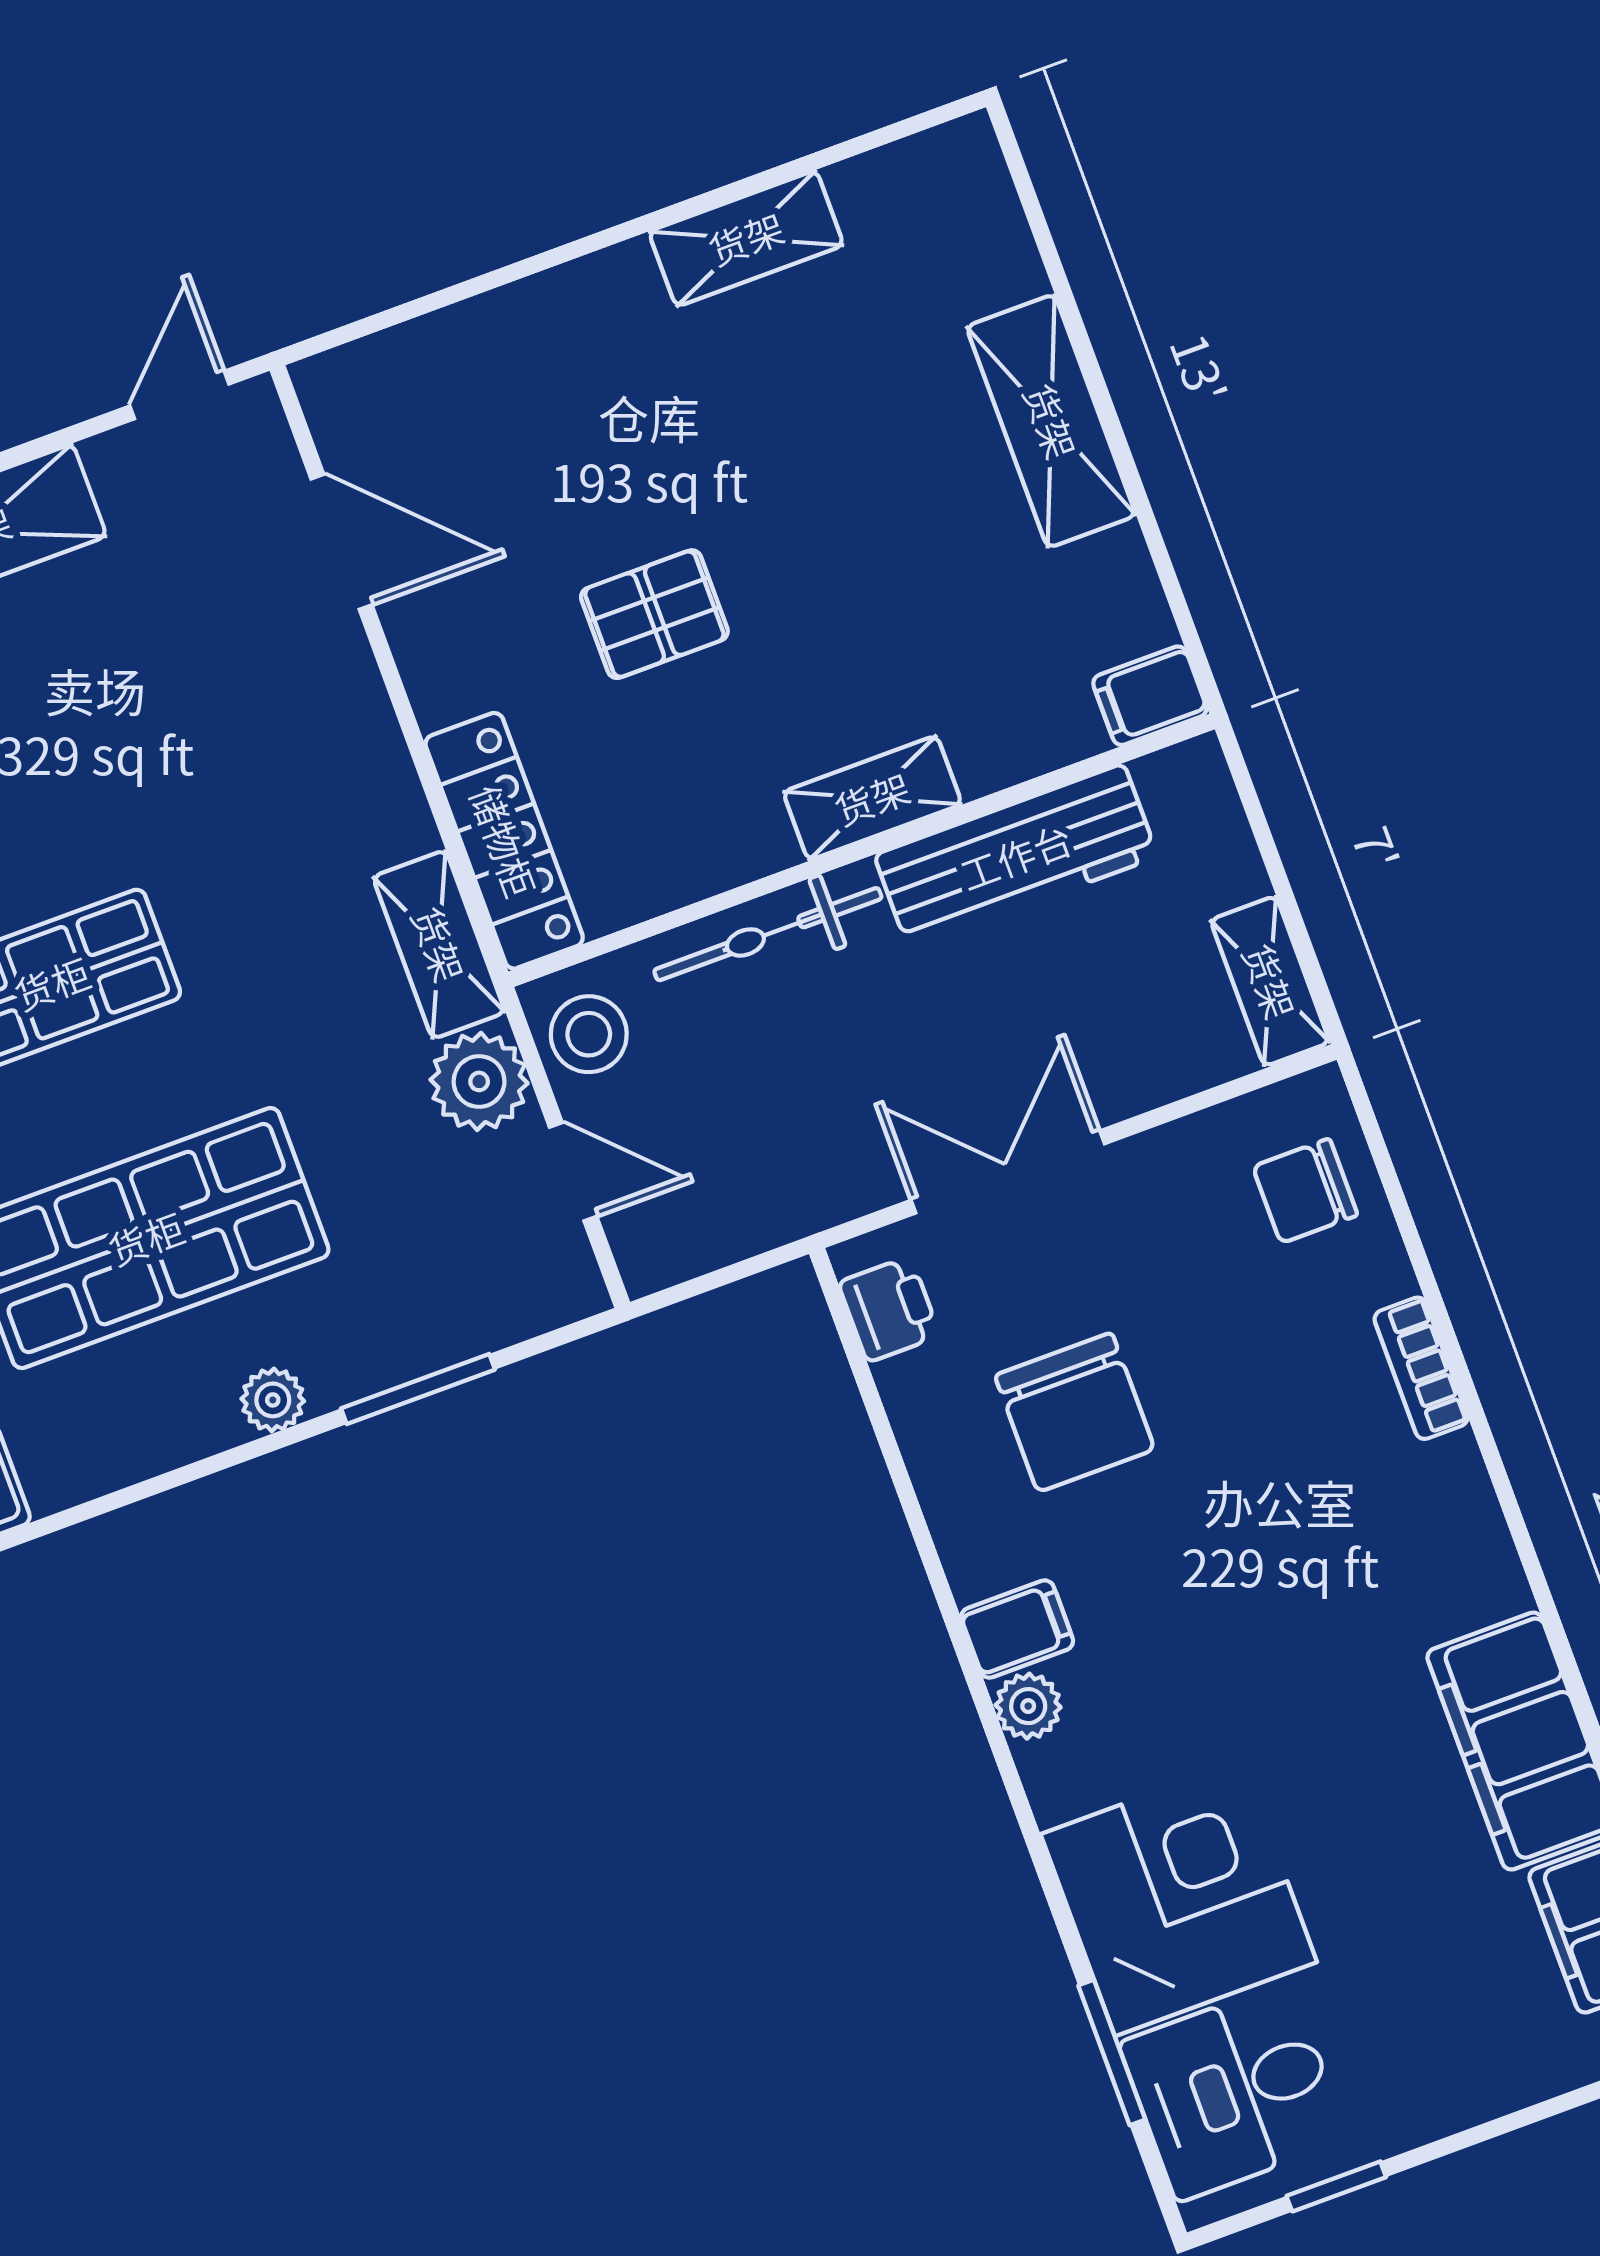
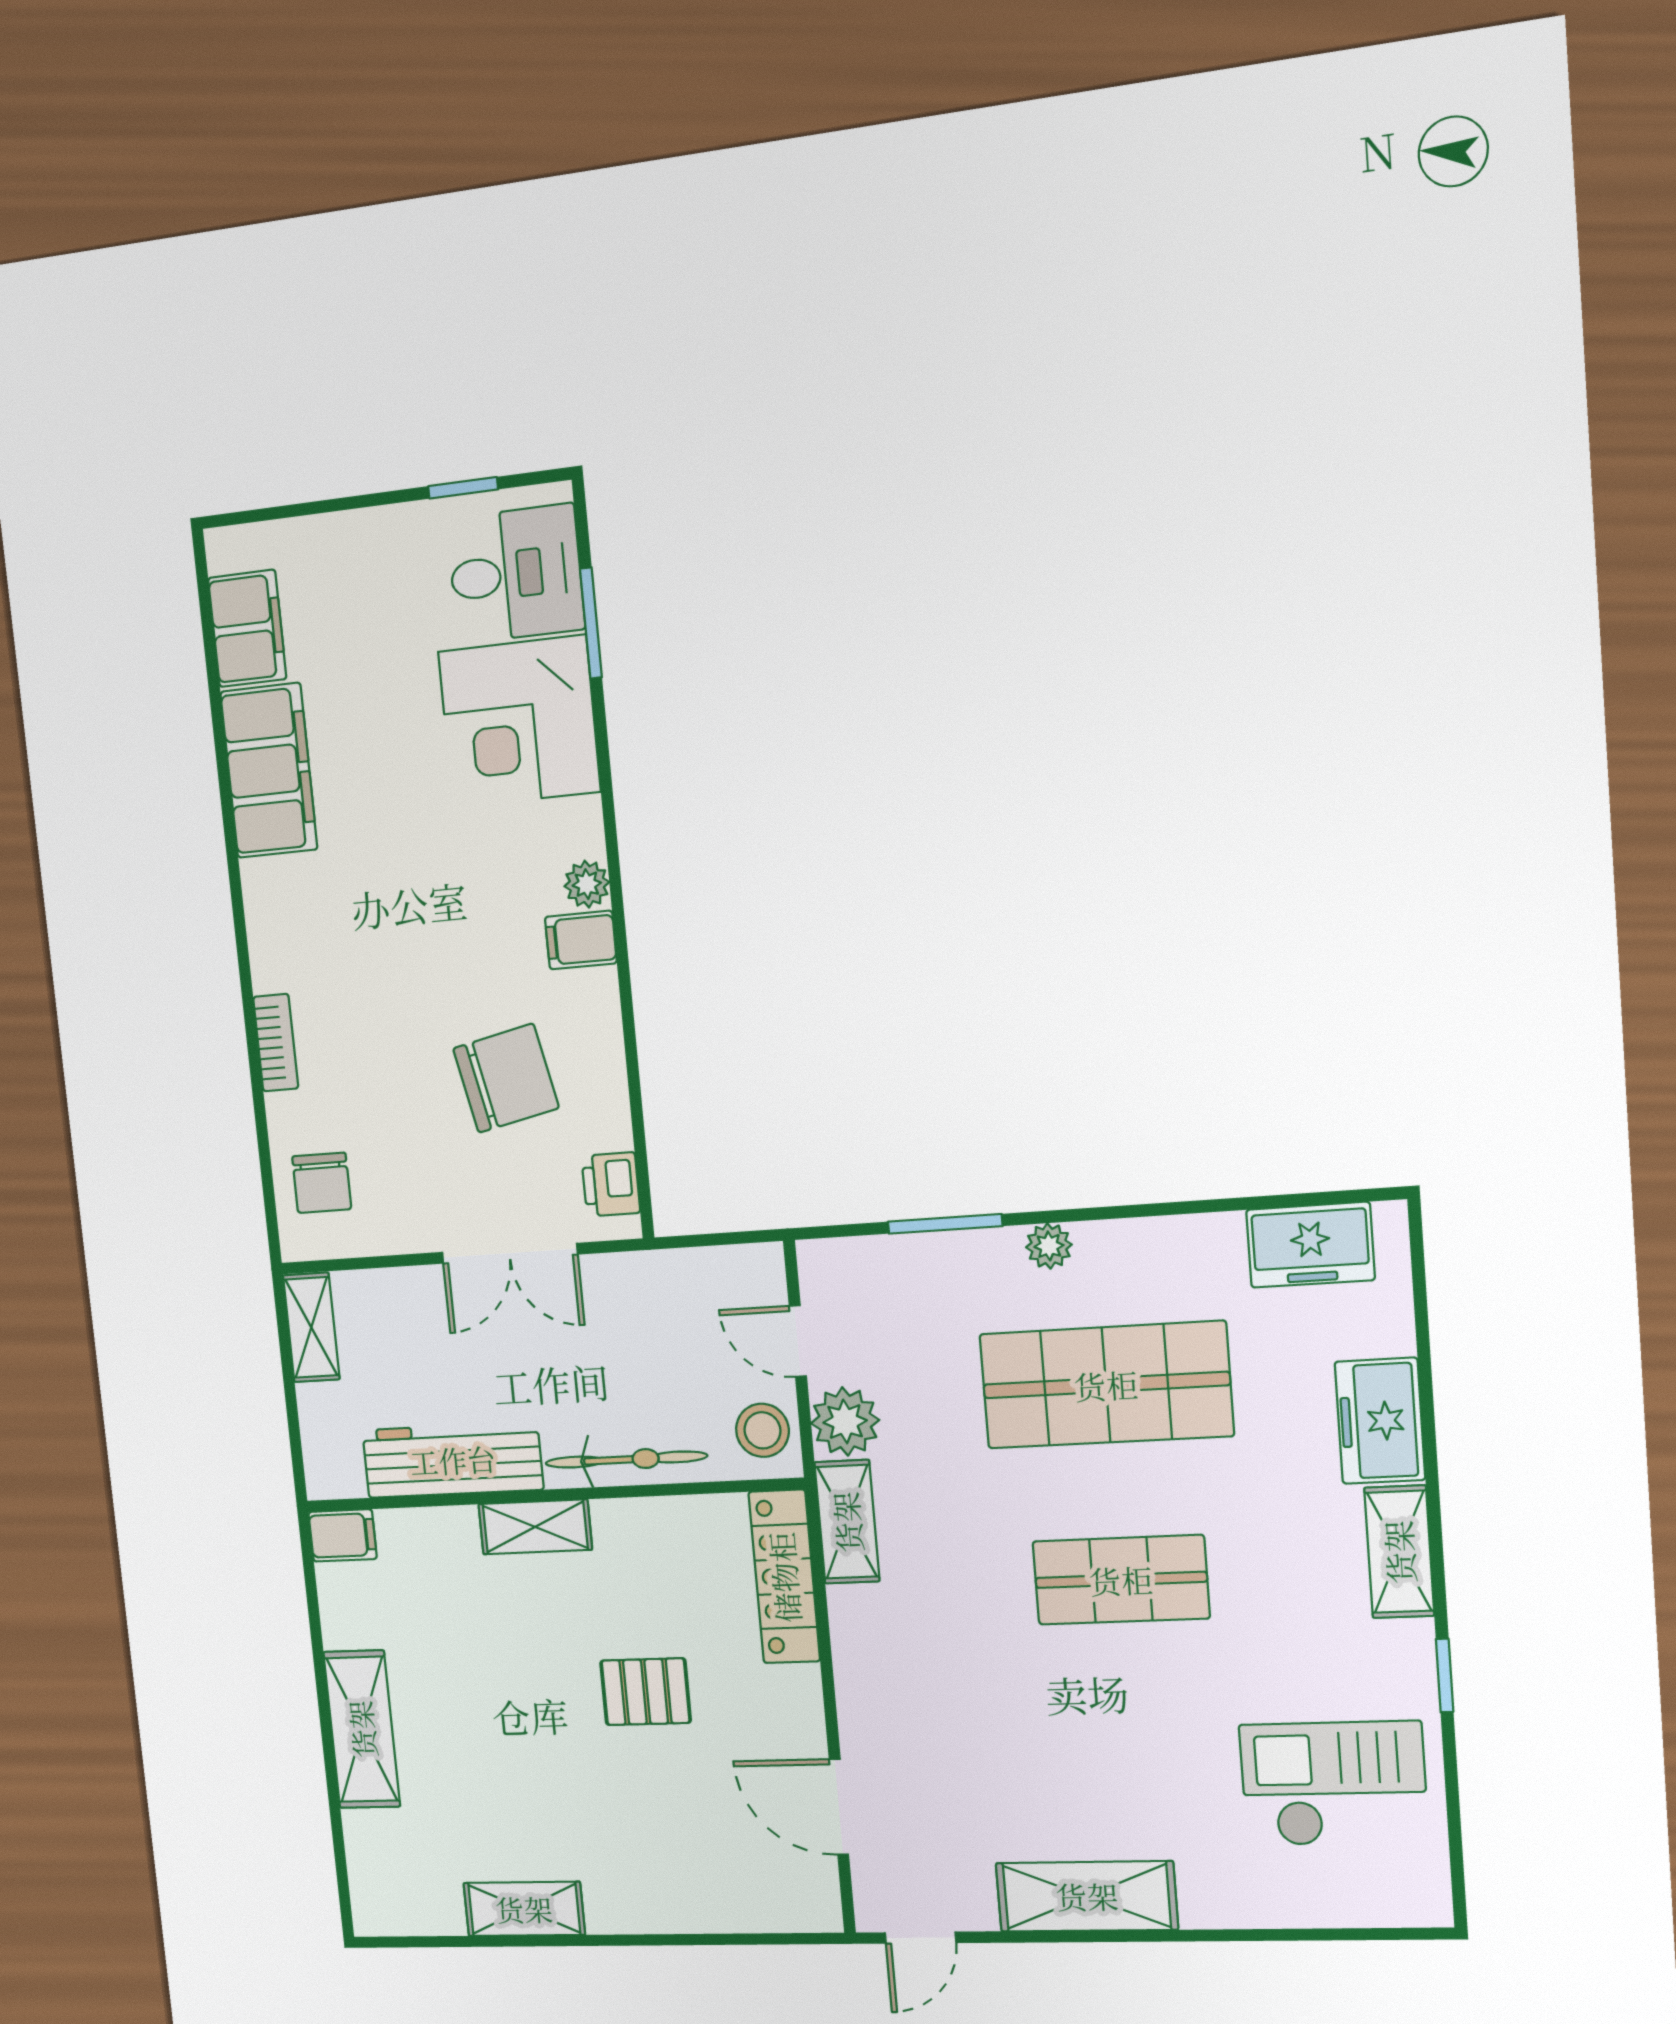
chair: (1305, 1191) -> (322, 1183), turned 90
chair: (1075, 1412) -> (506, 1078), turned 78

